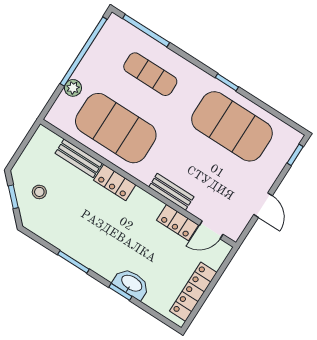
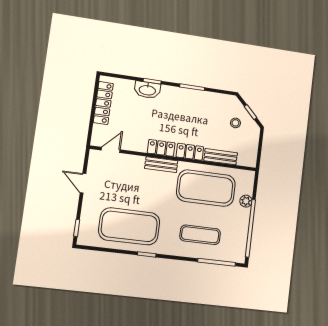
bench: (171, 192) -> (161, 165), moved
locker: (177, 223) -> (161, 148), moved

